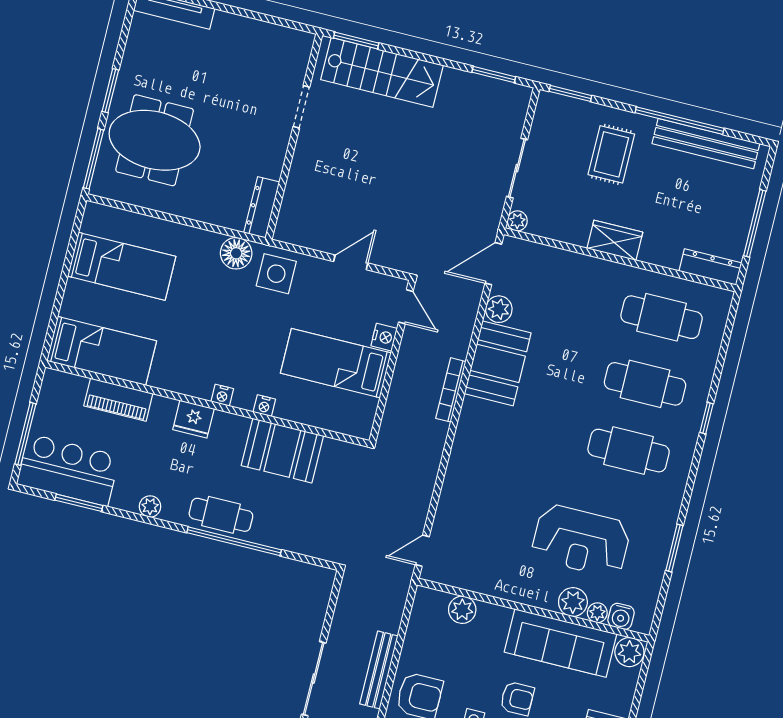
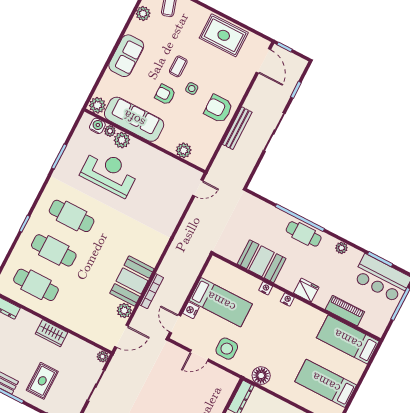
side table: (276, 274) -> (227, 349), moved
bookcase: (451, 390) -> (152, 291), moved

